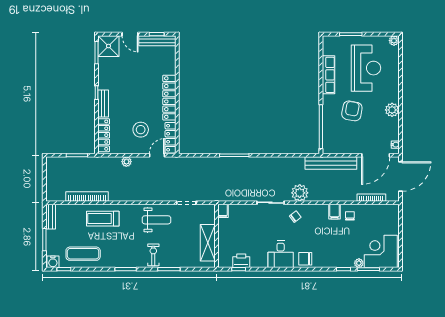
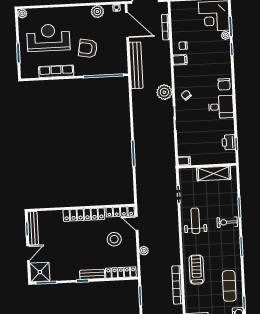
plant: (392, 110) -> (97, 12), moved
treadmill: (103, 219) -> (196, 270), turned 180

